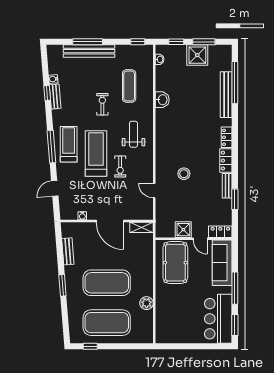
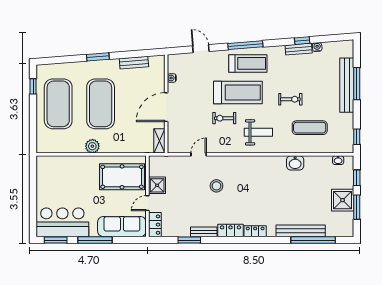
plant: (147, 303) -> (92, 146), moved

